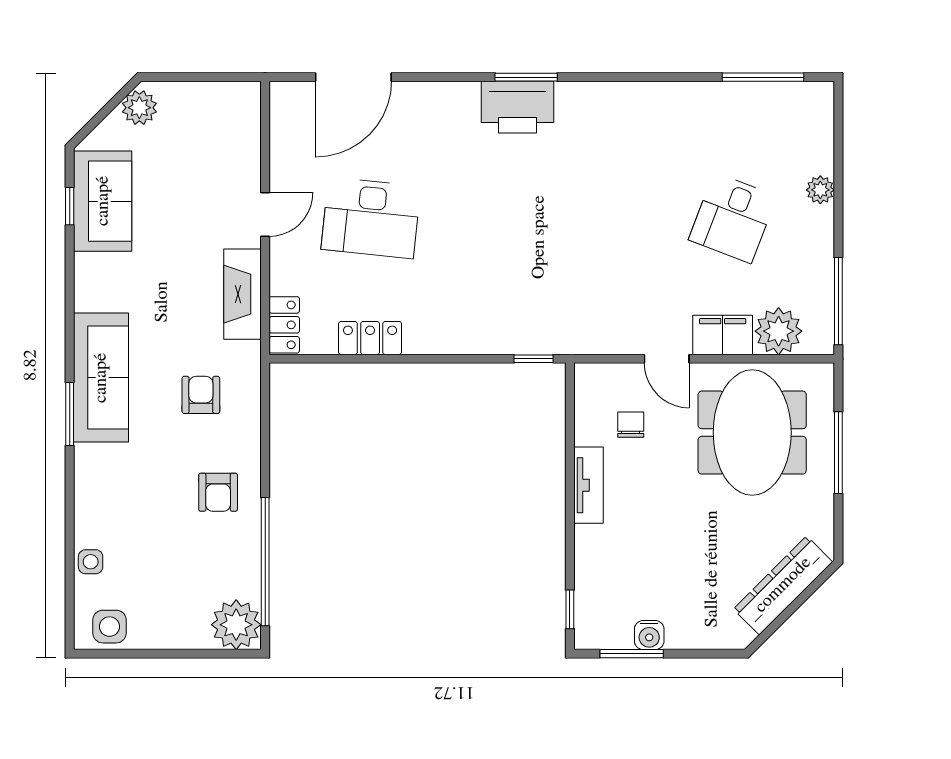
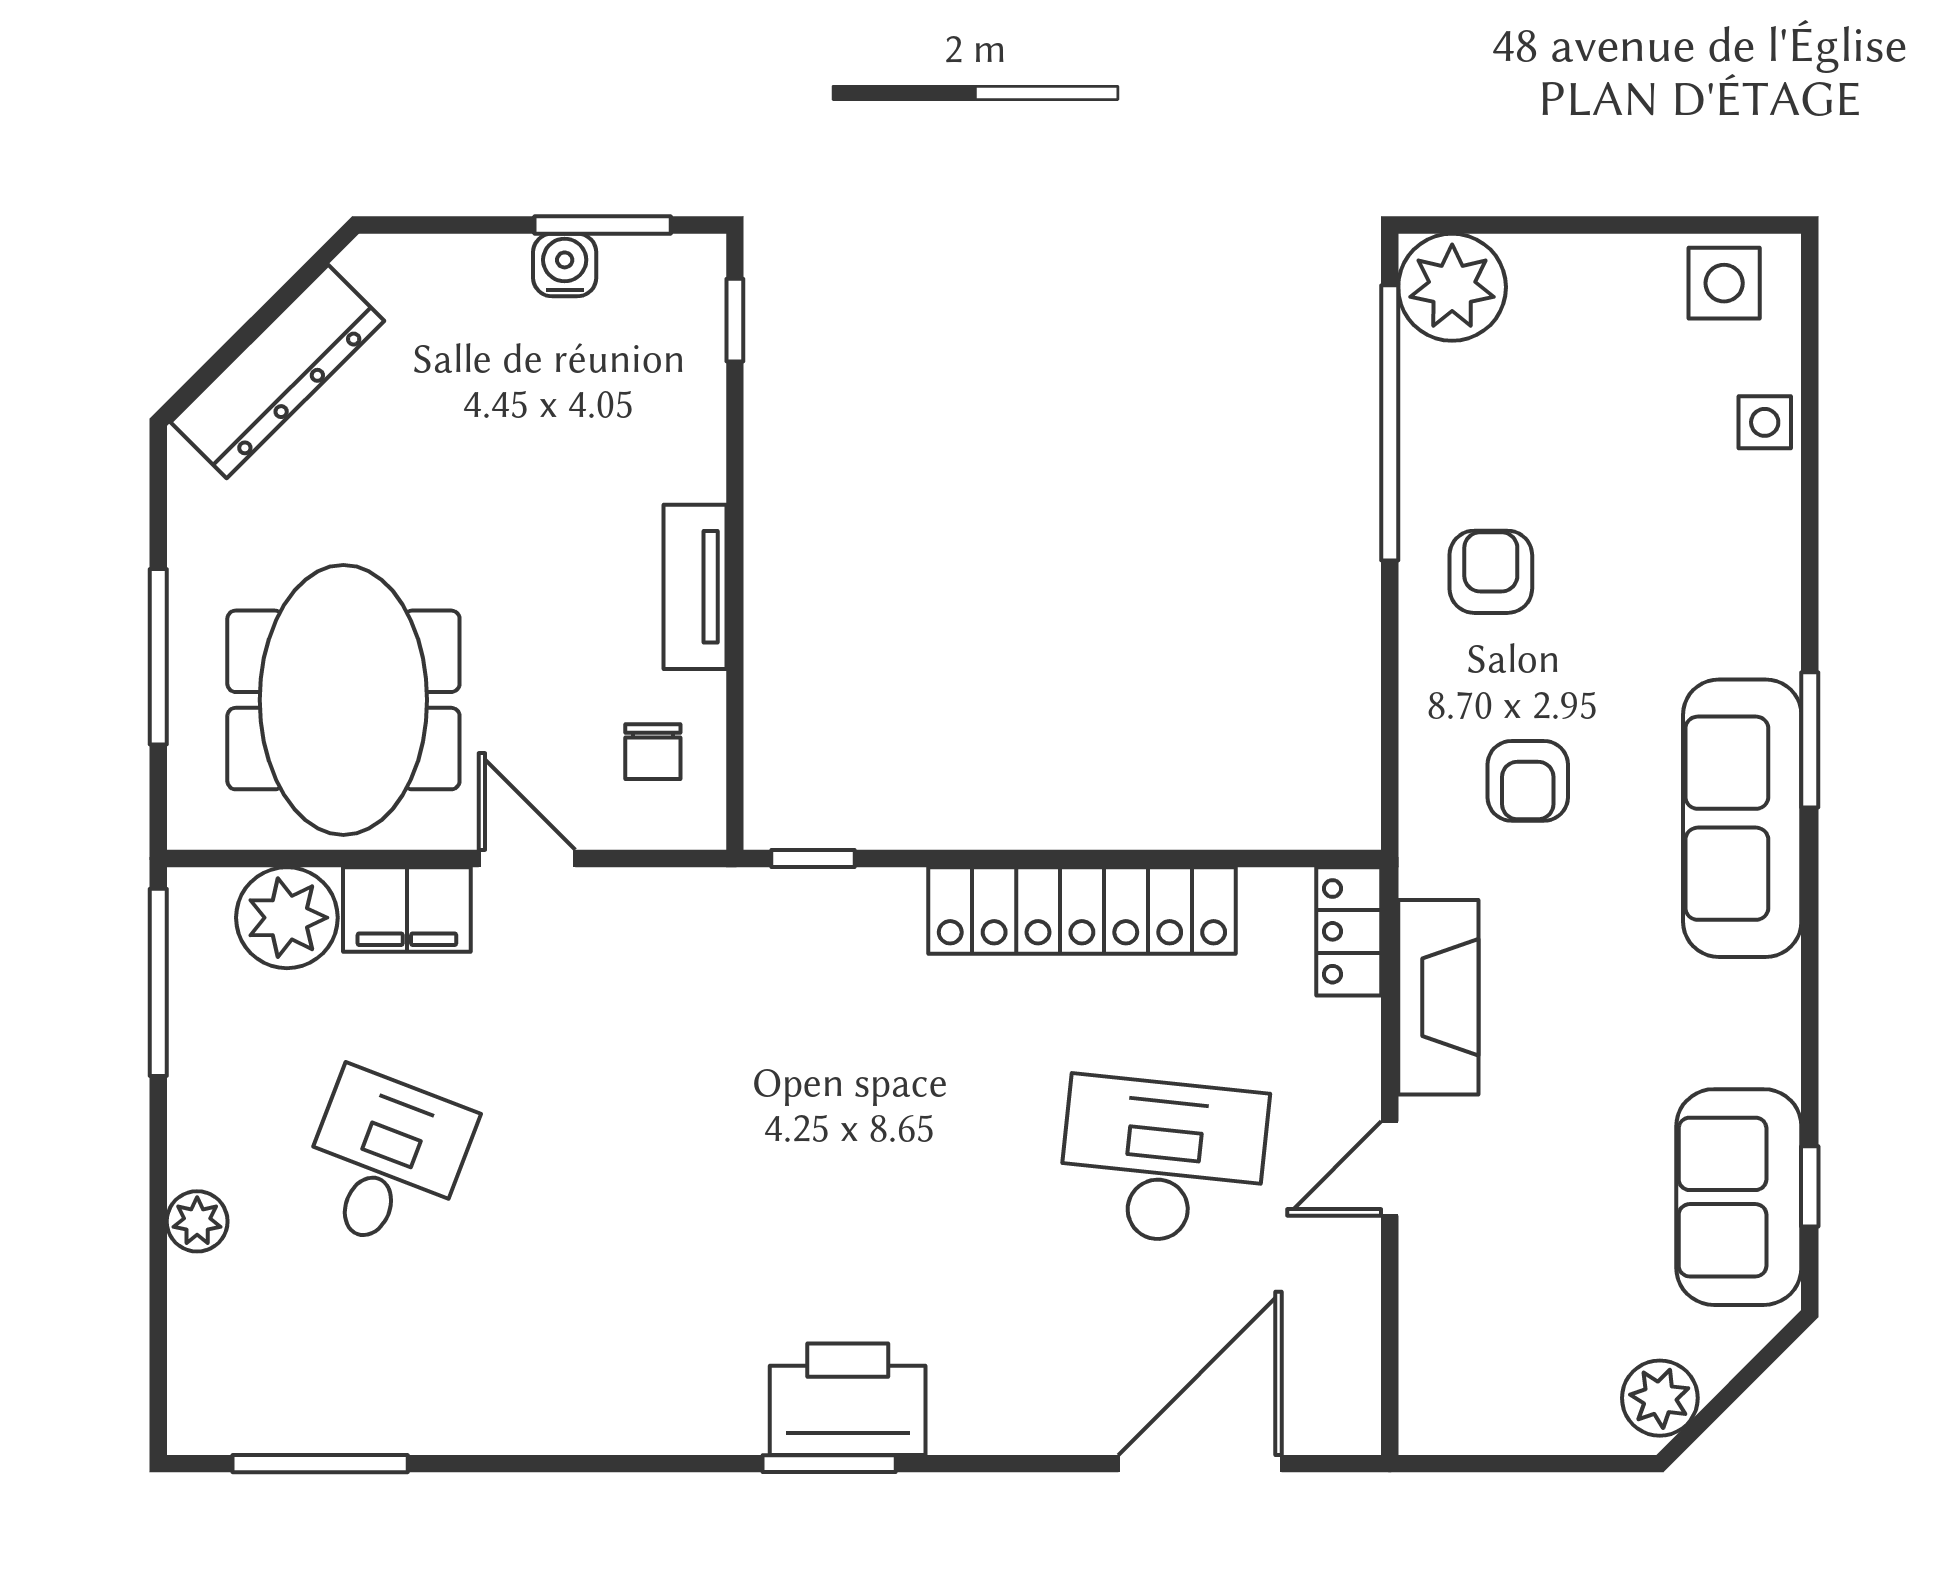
locker: (370, 338) -> (1082, 911), width x2.16, depth x1.21
chair: (631, 425) -> (653, 752), moved

